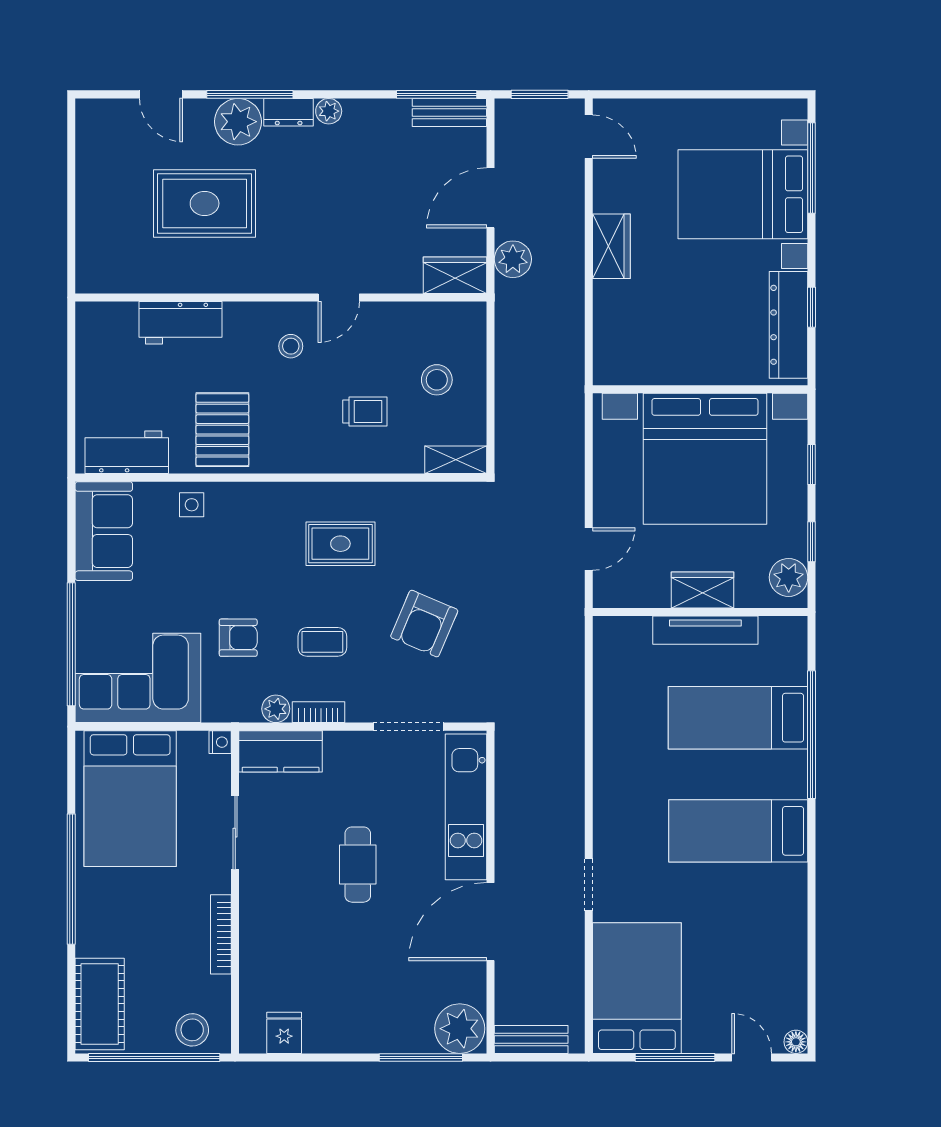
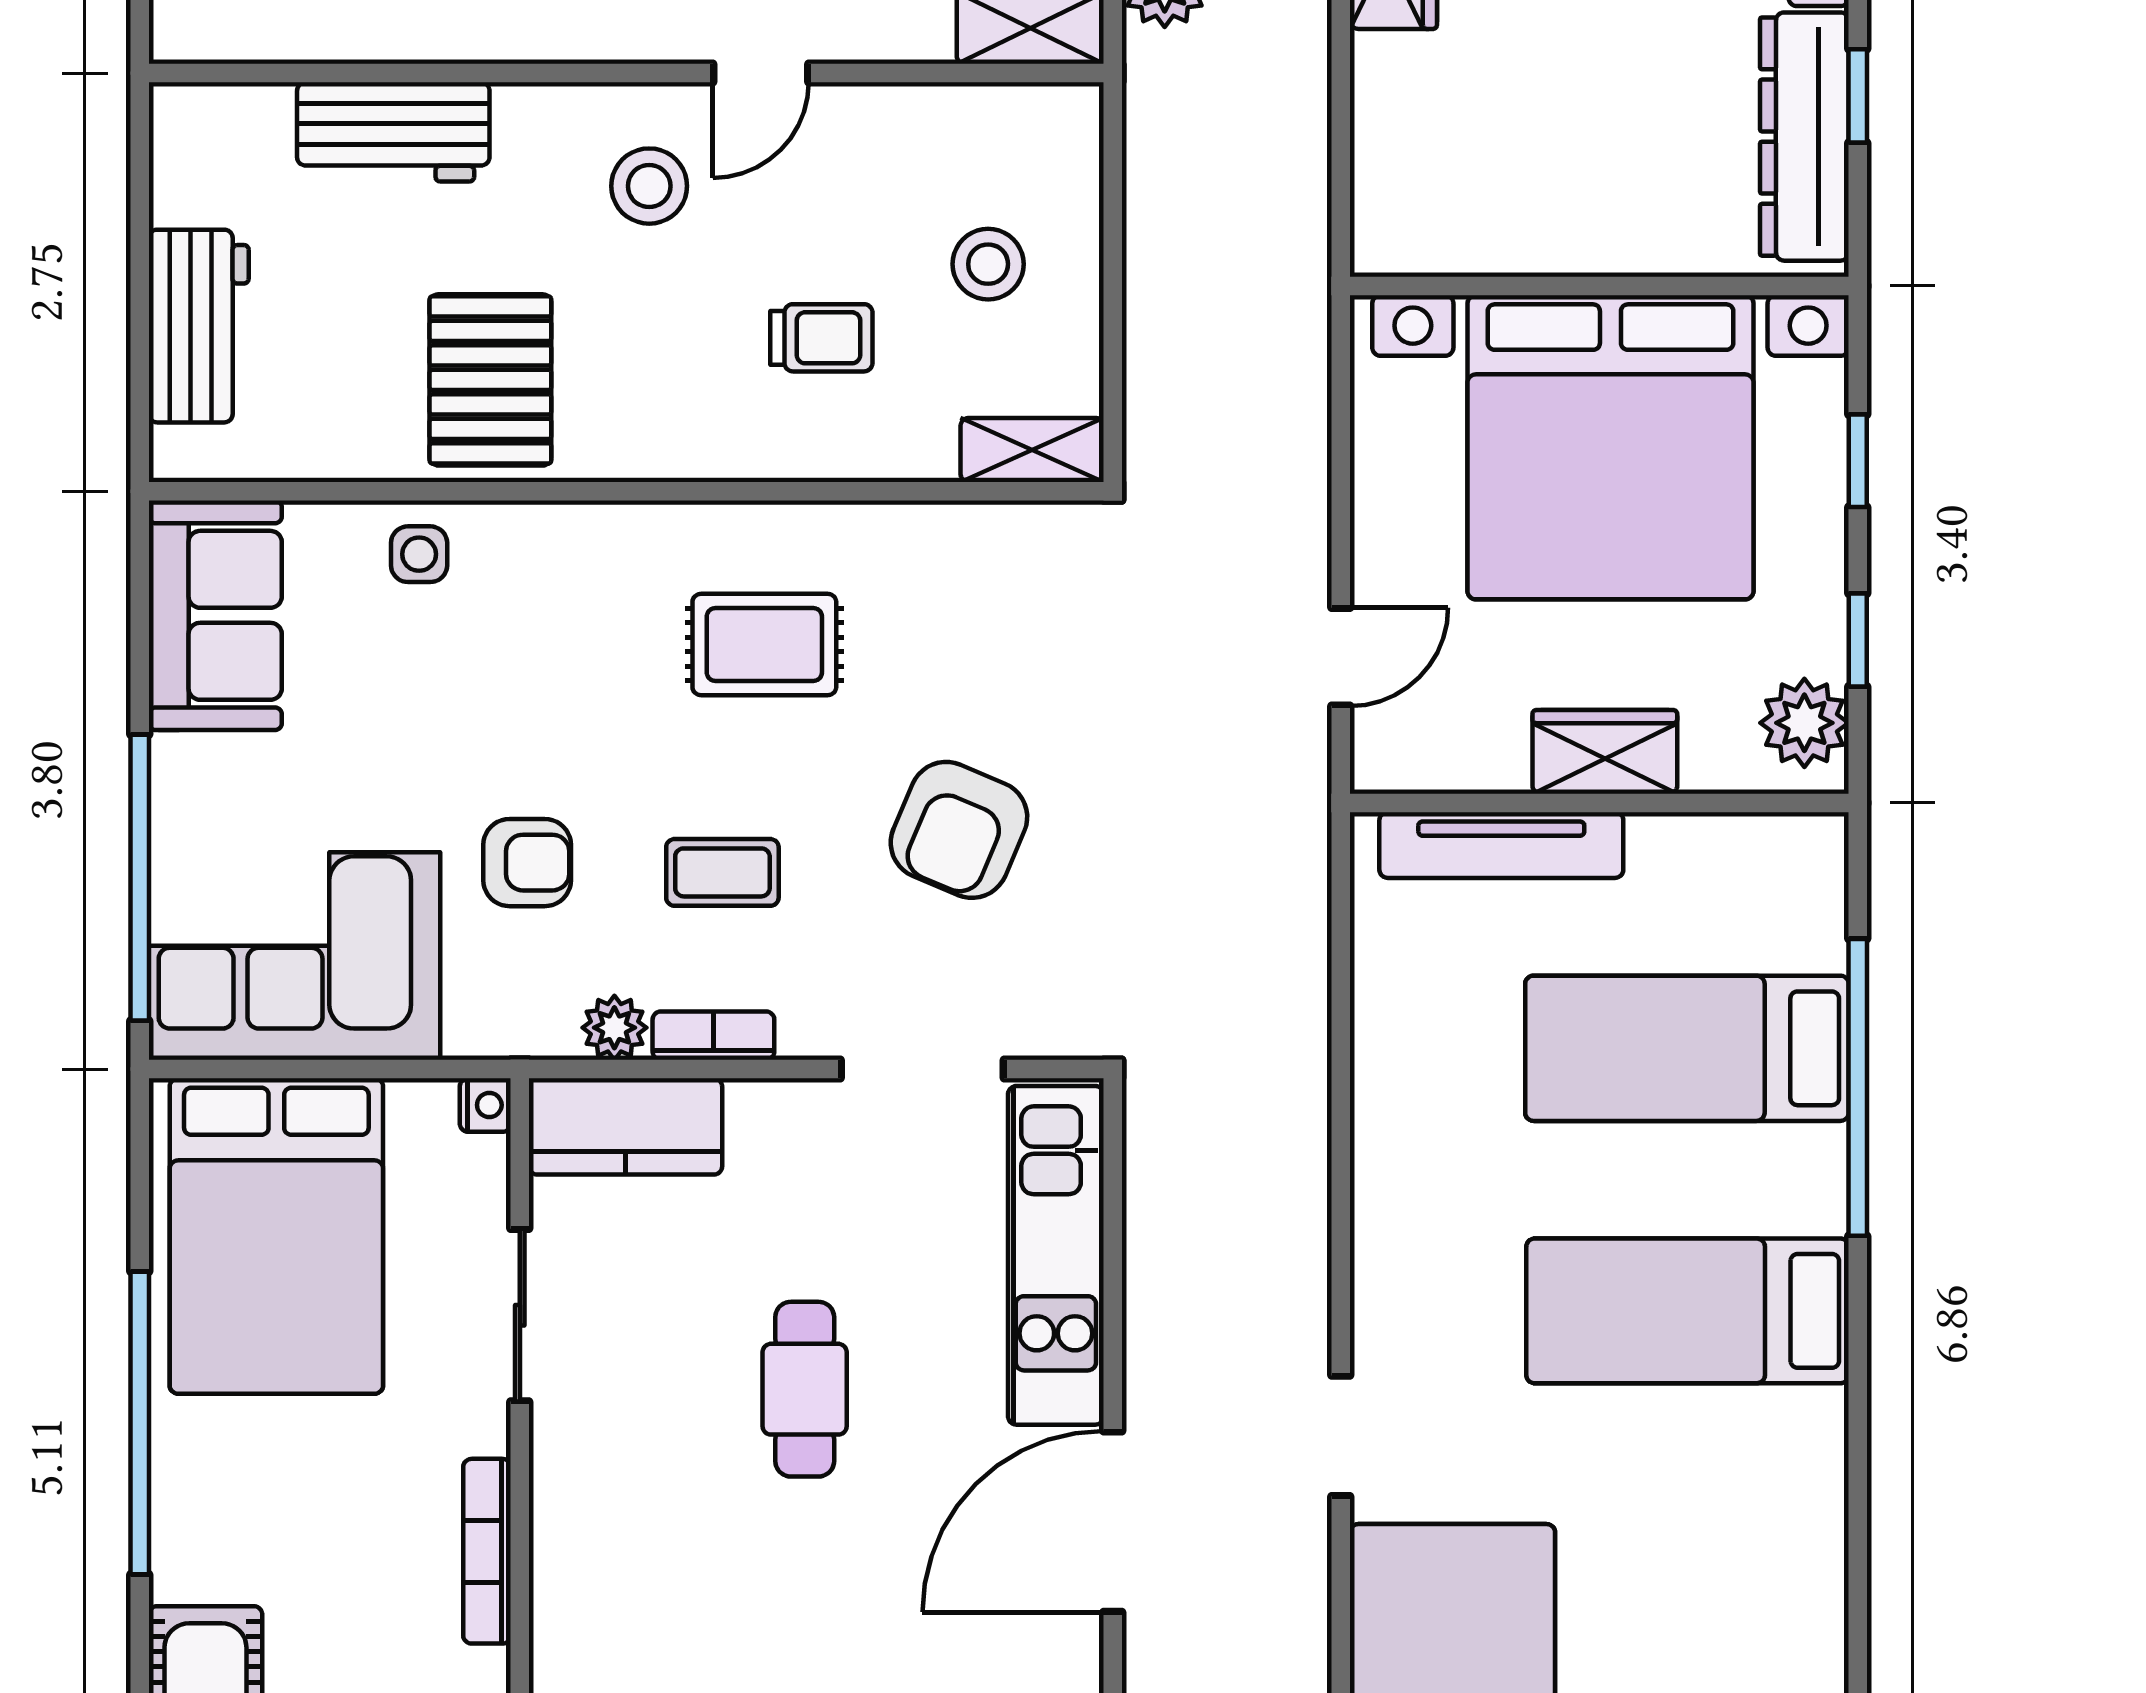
stool: (291, 346) -> (649, 186), width x1.37, depth x1.37
workbench: (127, 452) -> (199, 326), moved, turned 90
tv unit: (705, 630) -> (1501, 845), moved

